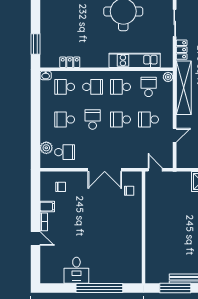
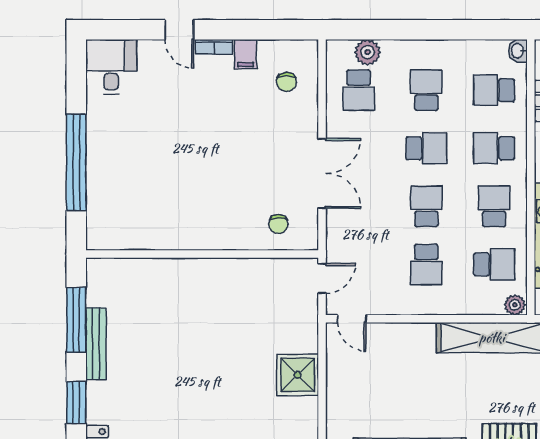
school desk: (65, 87) -> (494, 90), turned -90
school desk: (93, 87) -> (494, 148), turned 90
school desk: (149, 119) -> (426, 264), turned 180
door: (175, 135) -> (352, 319), moved
double door: (105, 170) -> (322, 173), swing flipped
door: (36, 238) -> (179, 30), hinge flipped
desk: (76, 270) -> (111, 67), moved, turned 90

